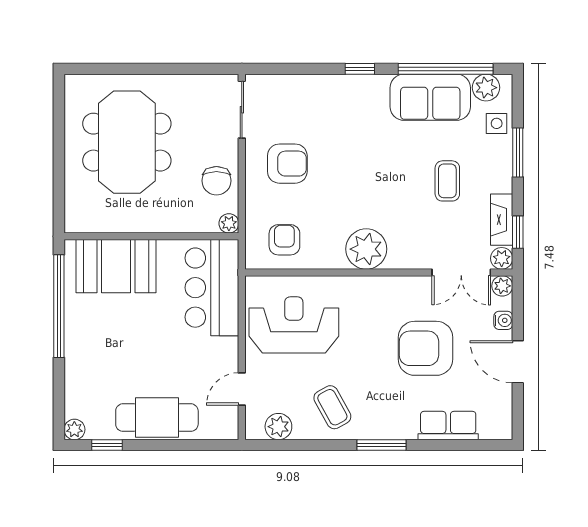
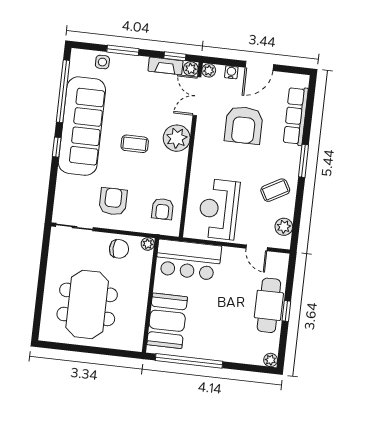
plant: (486, 88) -> (78, 66), removed
sofa: (430, 97) -> (82, 126), width x1.85, depth x1.27
meeting table: (127, 142) -> (87, 304), turned 90
coffee table: (447, 181) -> (135, 144), moved
armchair: (284, 240) -> (163, 209), turned -90
plant: (366, 249) -> (177, 138), moved
double door: (461, 272) -> (197, 96), swing flipped
row of seats: (448, 426) -> (296, 116), width x1.48
window: (107, 445) -> (286, 311), moved

